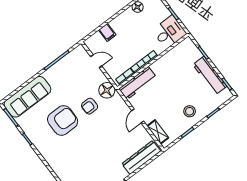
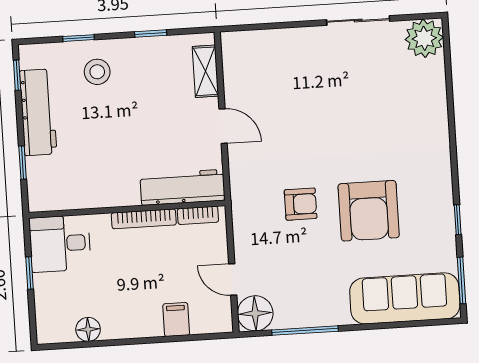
floor lamp: (107, 90) -> (255, 313), moved
stool: (190, 111) -> (97, 72), moved
door: (138, 116) -> (223, 126), hinge flipped
armchair: (63, 120) -> (369, 211), turned -90
dresser: (141, 157) -> (268, 44), removed

